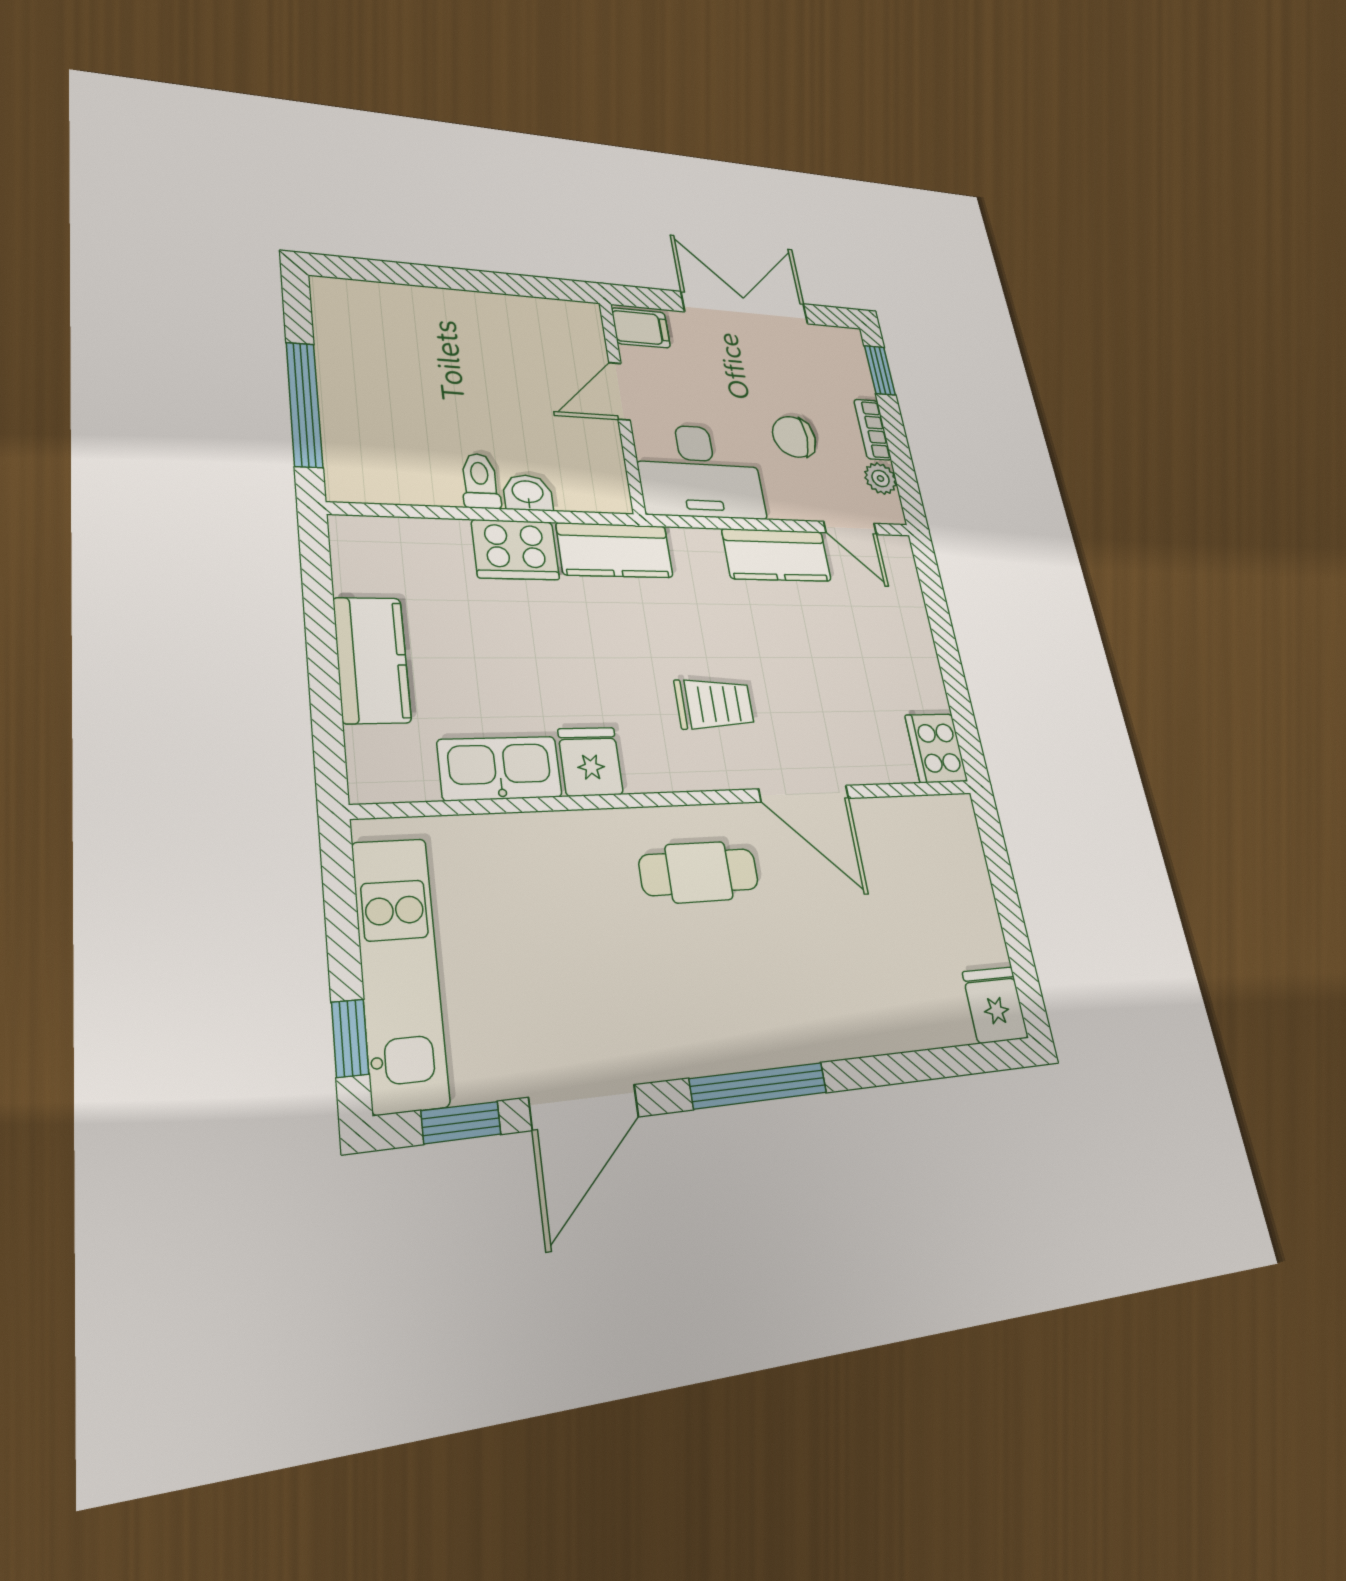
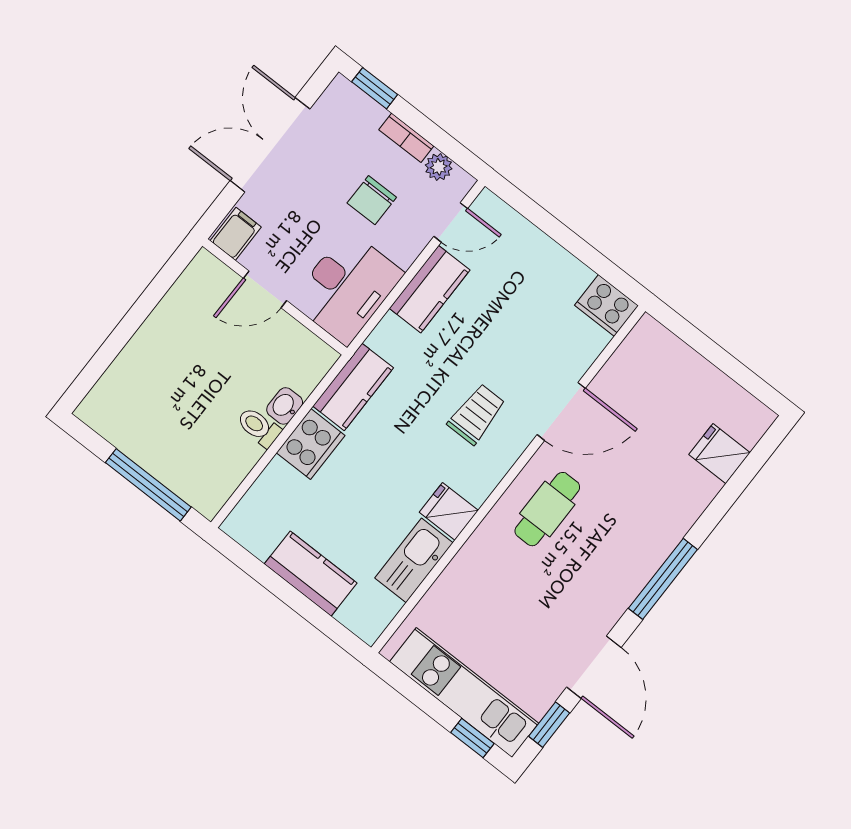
door: (619, 391) -> (265, 289), hinge flipped
fridge: (995, 1005) -> (719, 454), moved

